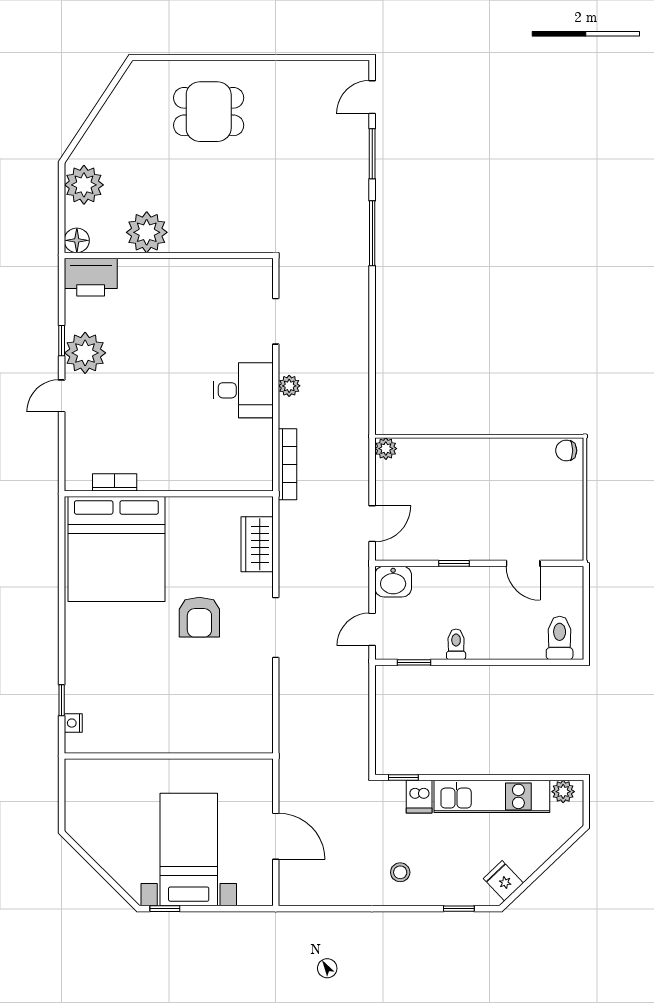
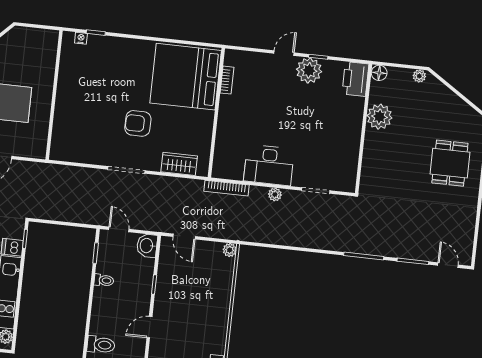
plant: (84, 185) -> (419, 76), width x0.53, depth x0.53
desk: (243, 390) -> (269, 165), width x1.37
door: (62, 396) -> (284, 53), hinge flipped

